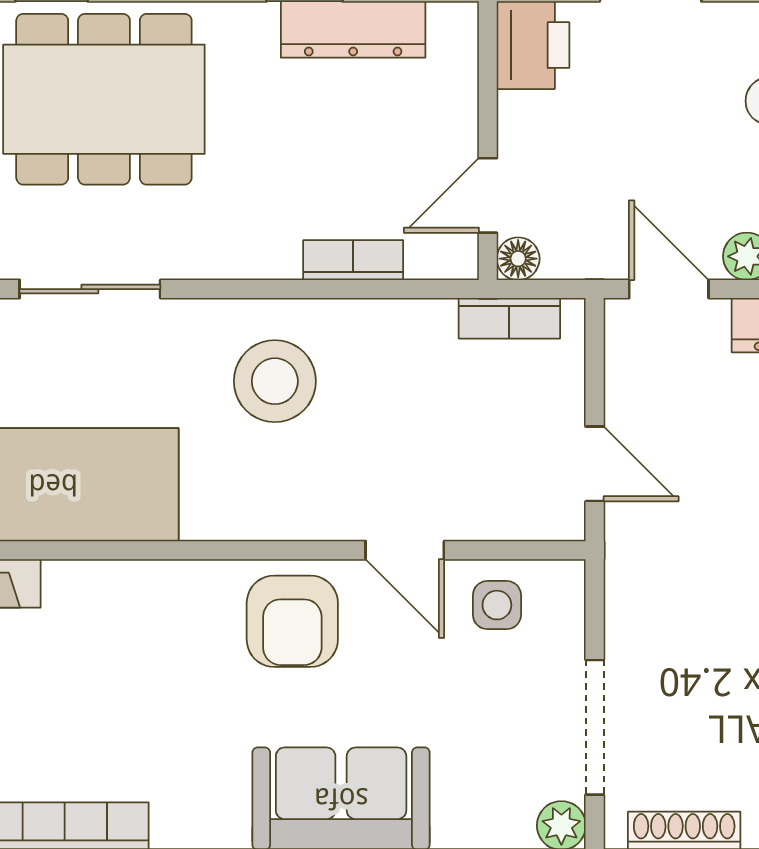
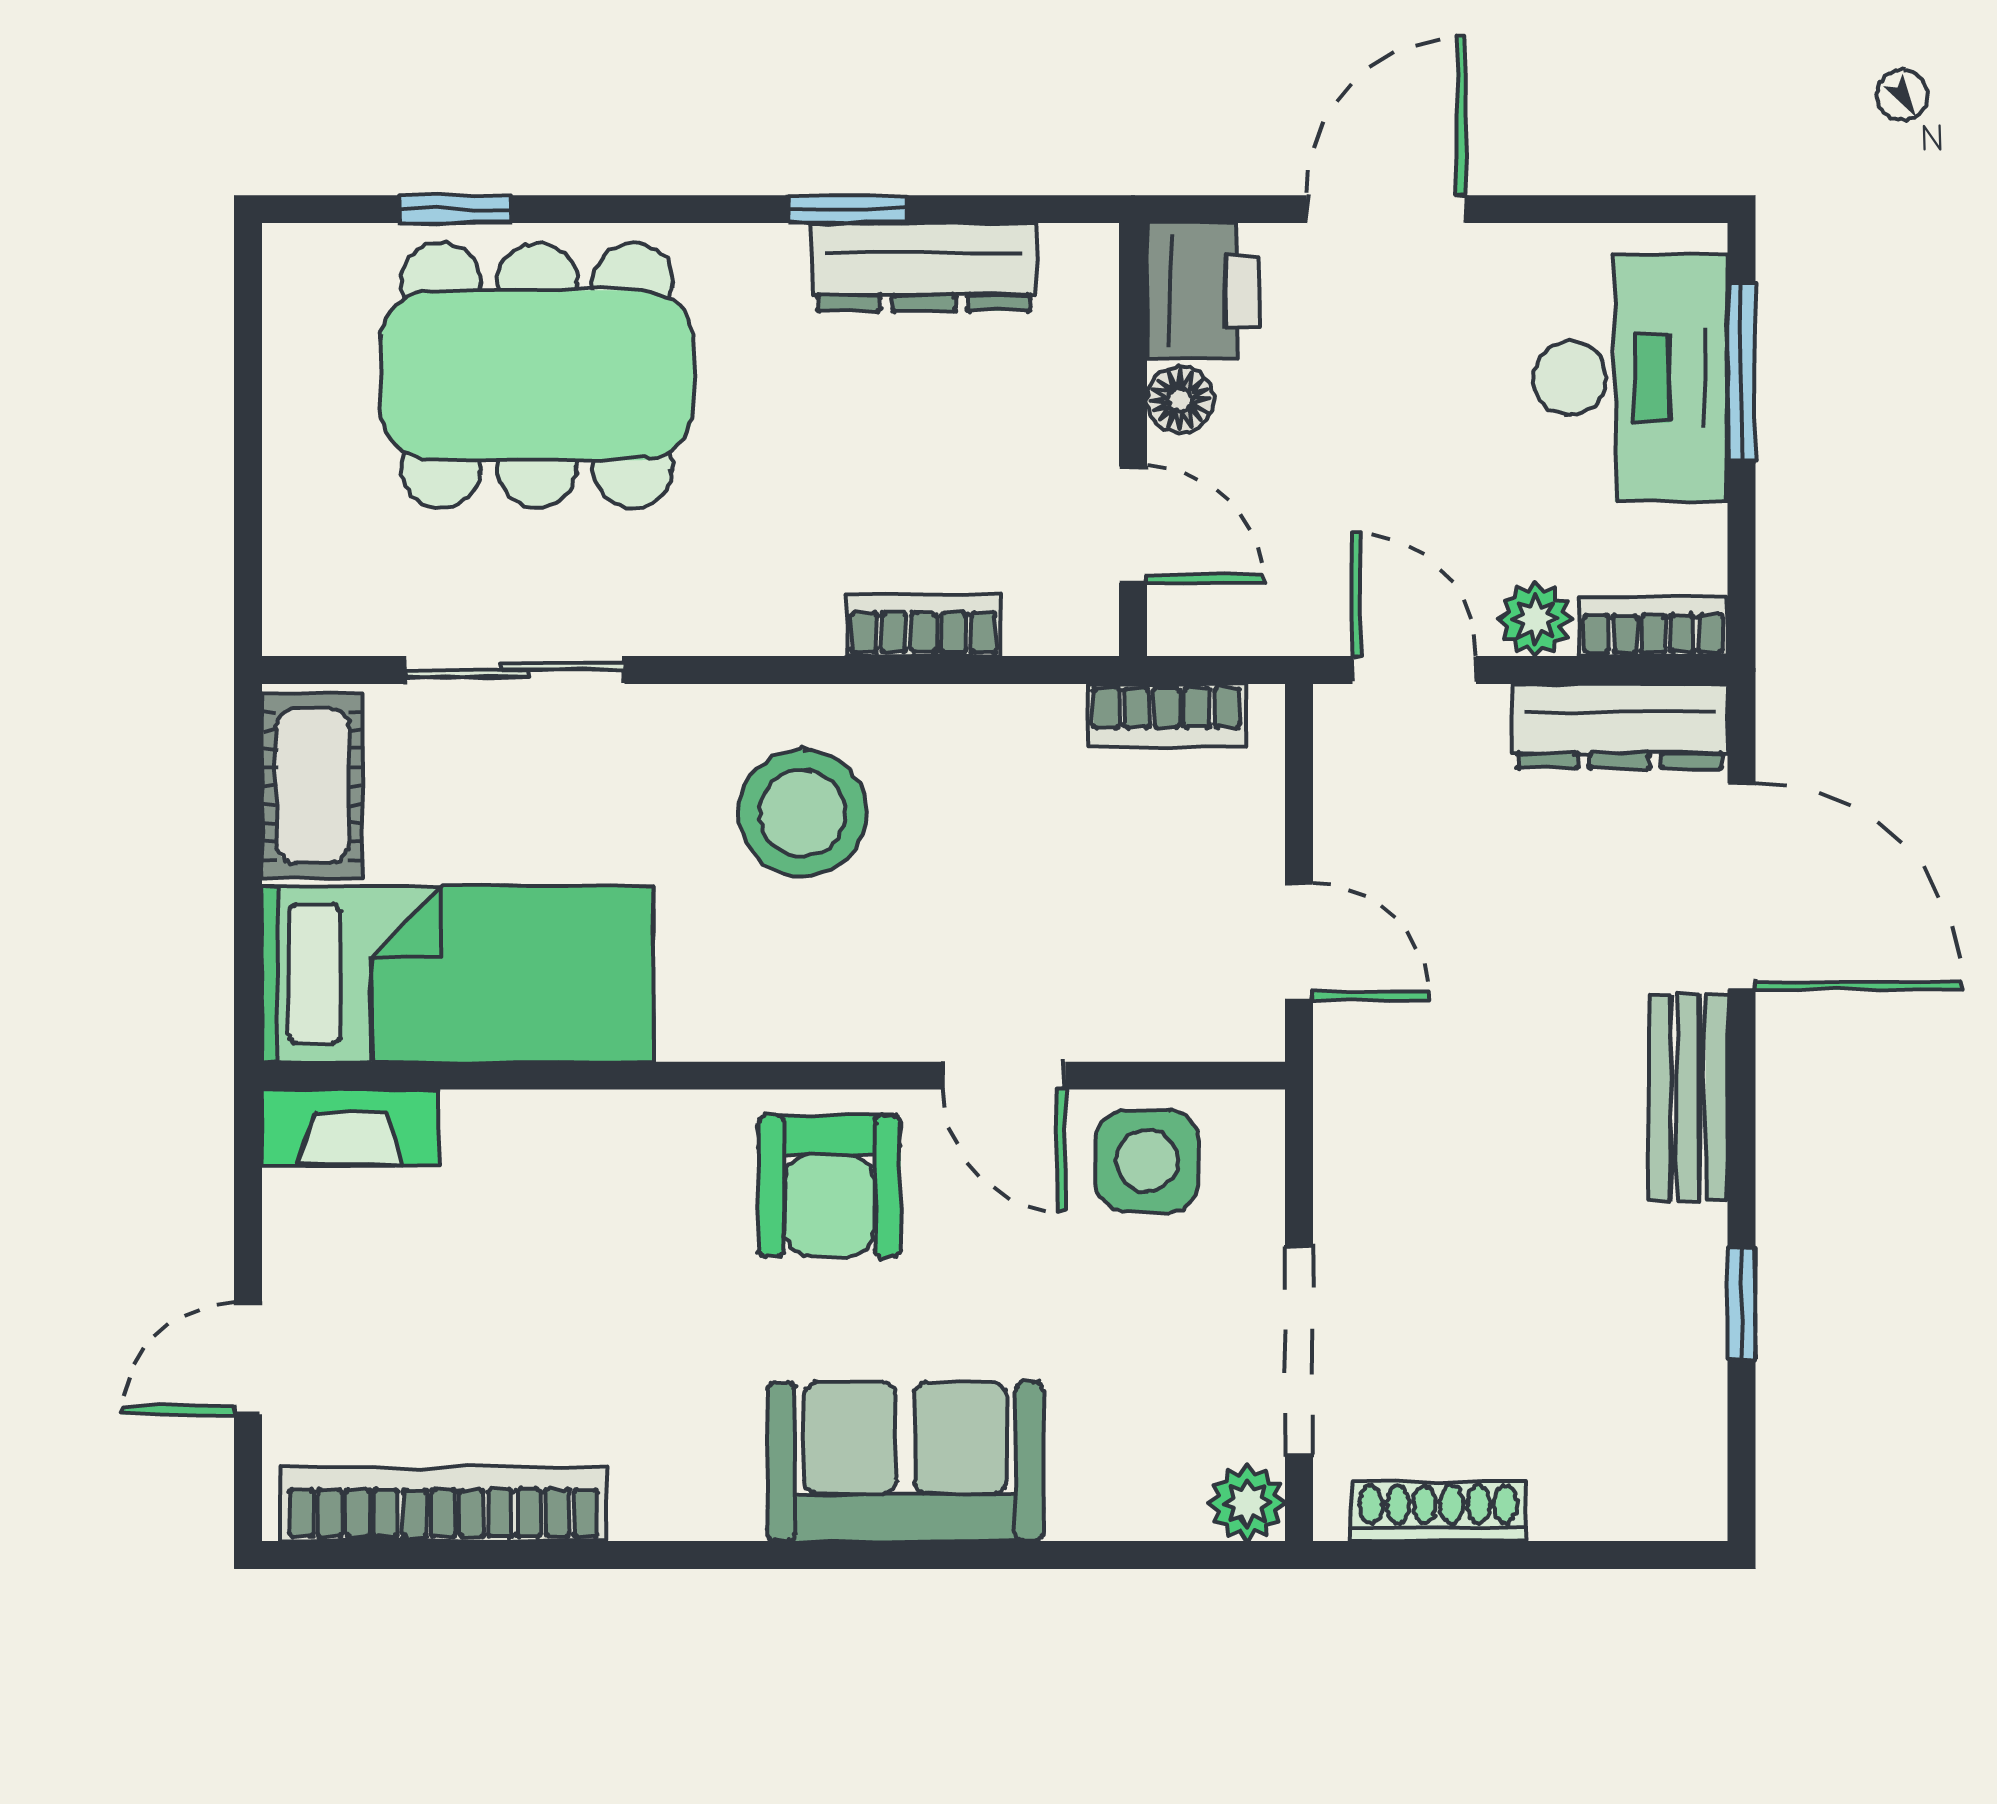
door: (488, 195) -> (1133, 525), swing flipped
floor lamp: (518, 259) -> (1180, 400), moved
side table: (497, 605) -> (1147, 1161), width x1.37, depth x1.37

